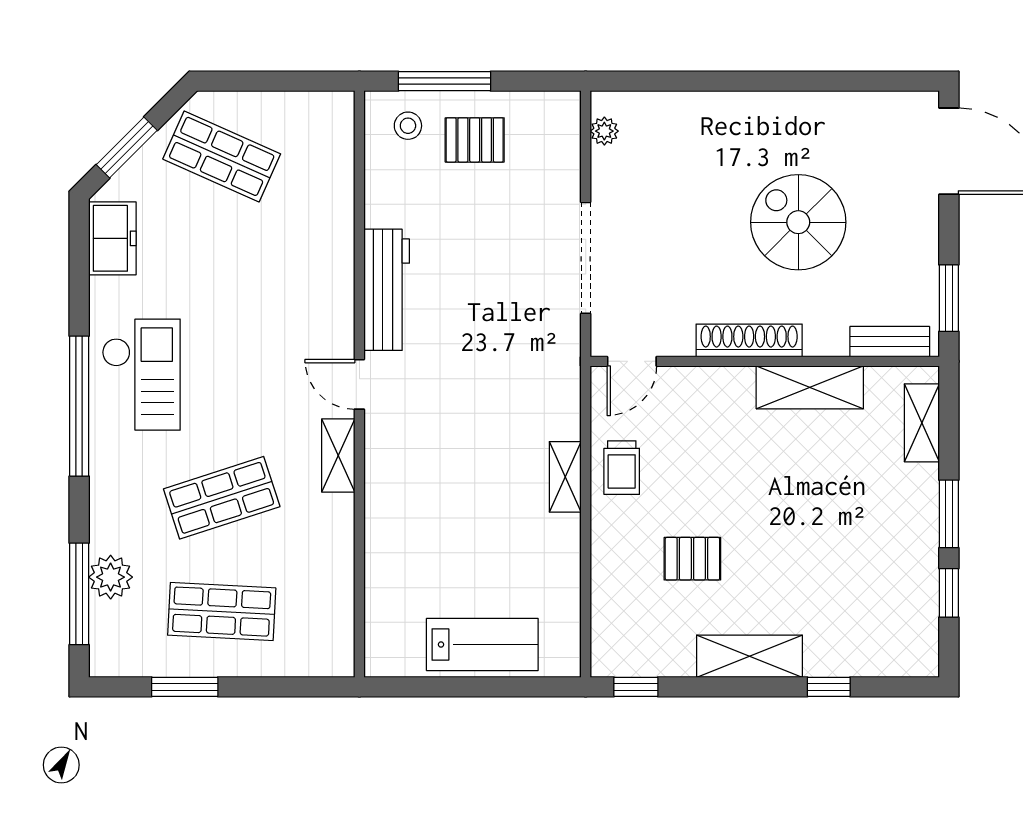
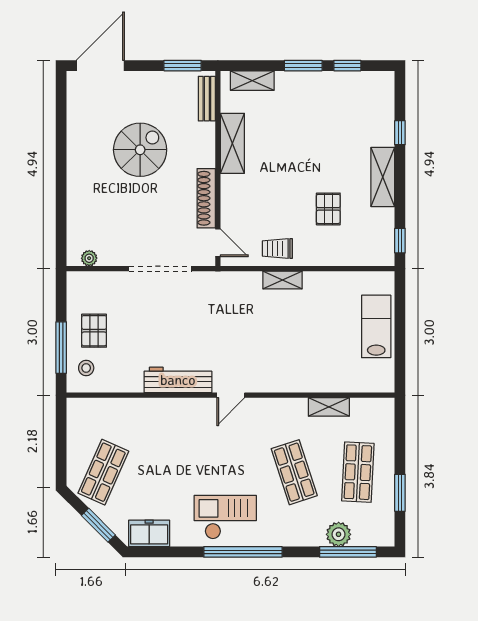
spiral stairs: (798, 222) -> (140, 150), turned 180
shoe rack: (749, 340) -> (206, 198), moved
shelving: (338, 455) -> (329, 407), moved
trolley: (622, 468) -> (277, 248), turned 180

